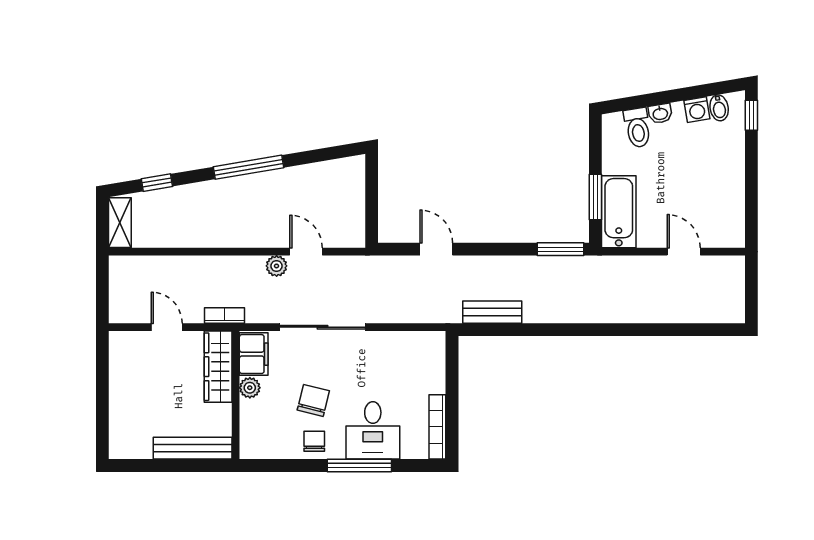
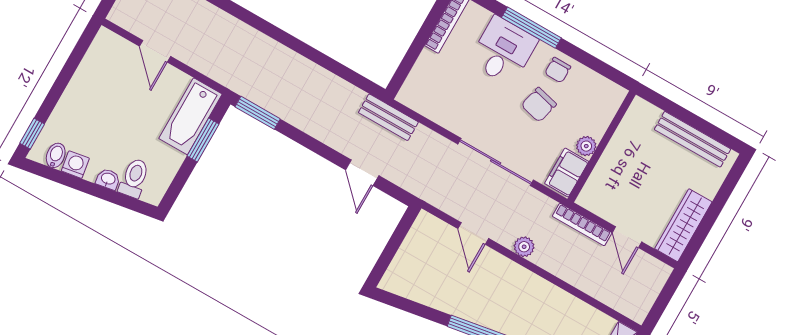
plant: (277, 266) -> (524, 247), moved
bench: (492, 312) -> (388, 117), moved
bookcase: (224, 315) -> (582, 225), width x1.56
wardrobe: (218, 367) -> (683, 225), moved, turned 180
bench: (193, 448) -> (693, 139), moved

